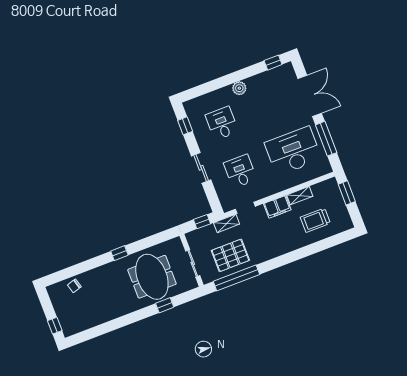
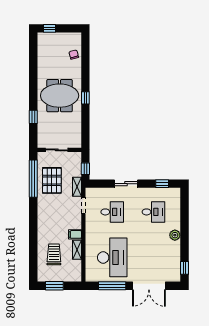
window: (347, 193) -> (54, 286), moved
filing cabinet: (277, 207) -> (75, 234), width x0.50
meeting table: (152, 277) -> (60, 96), moved

